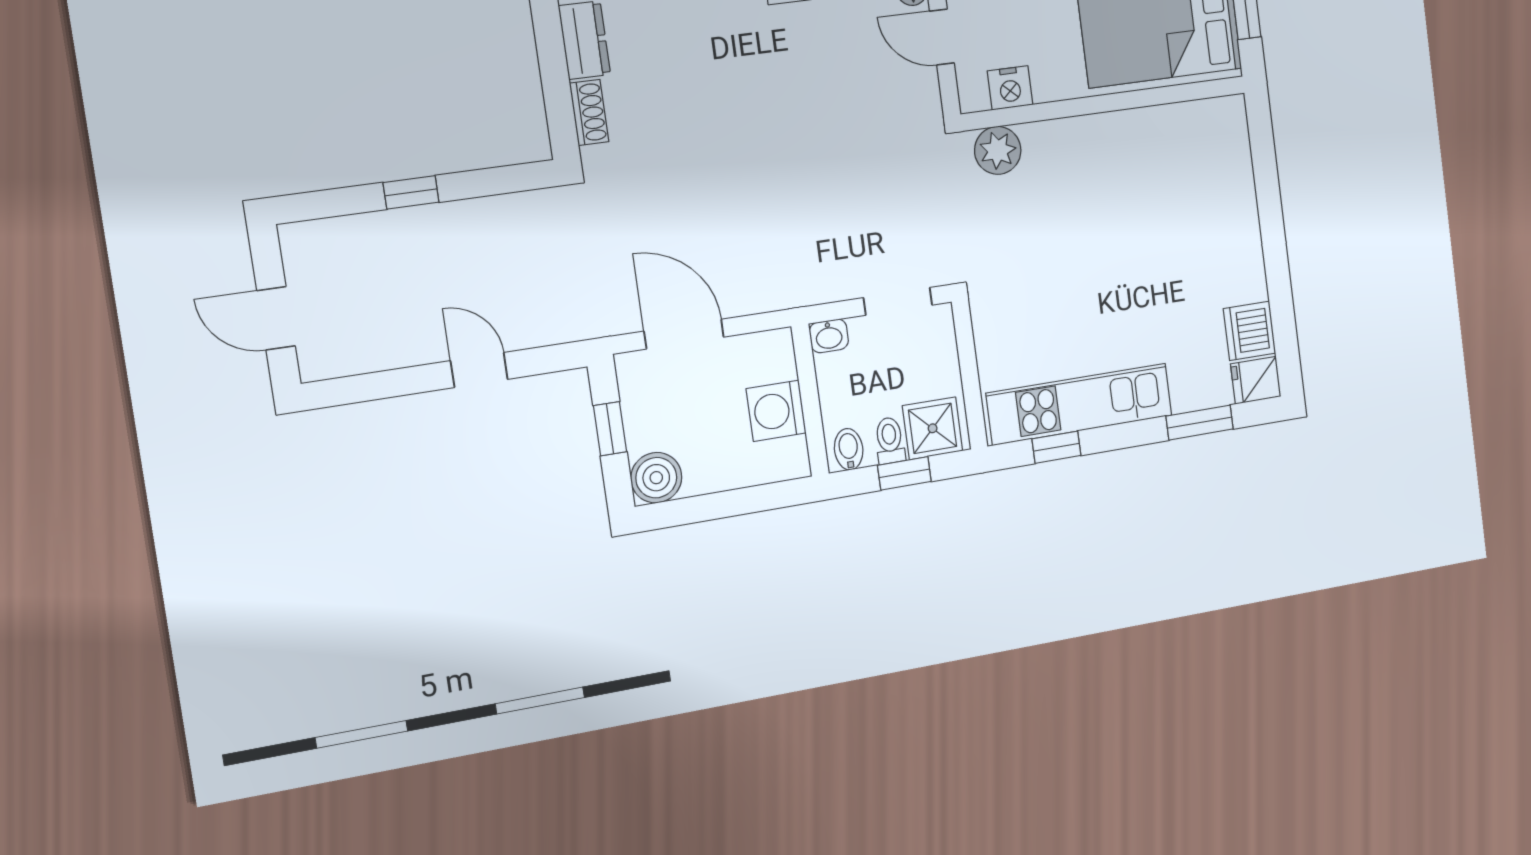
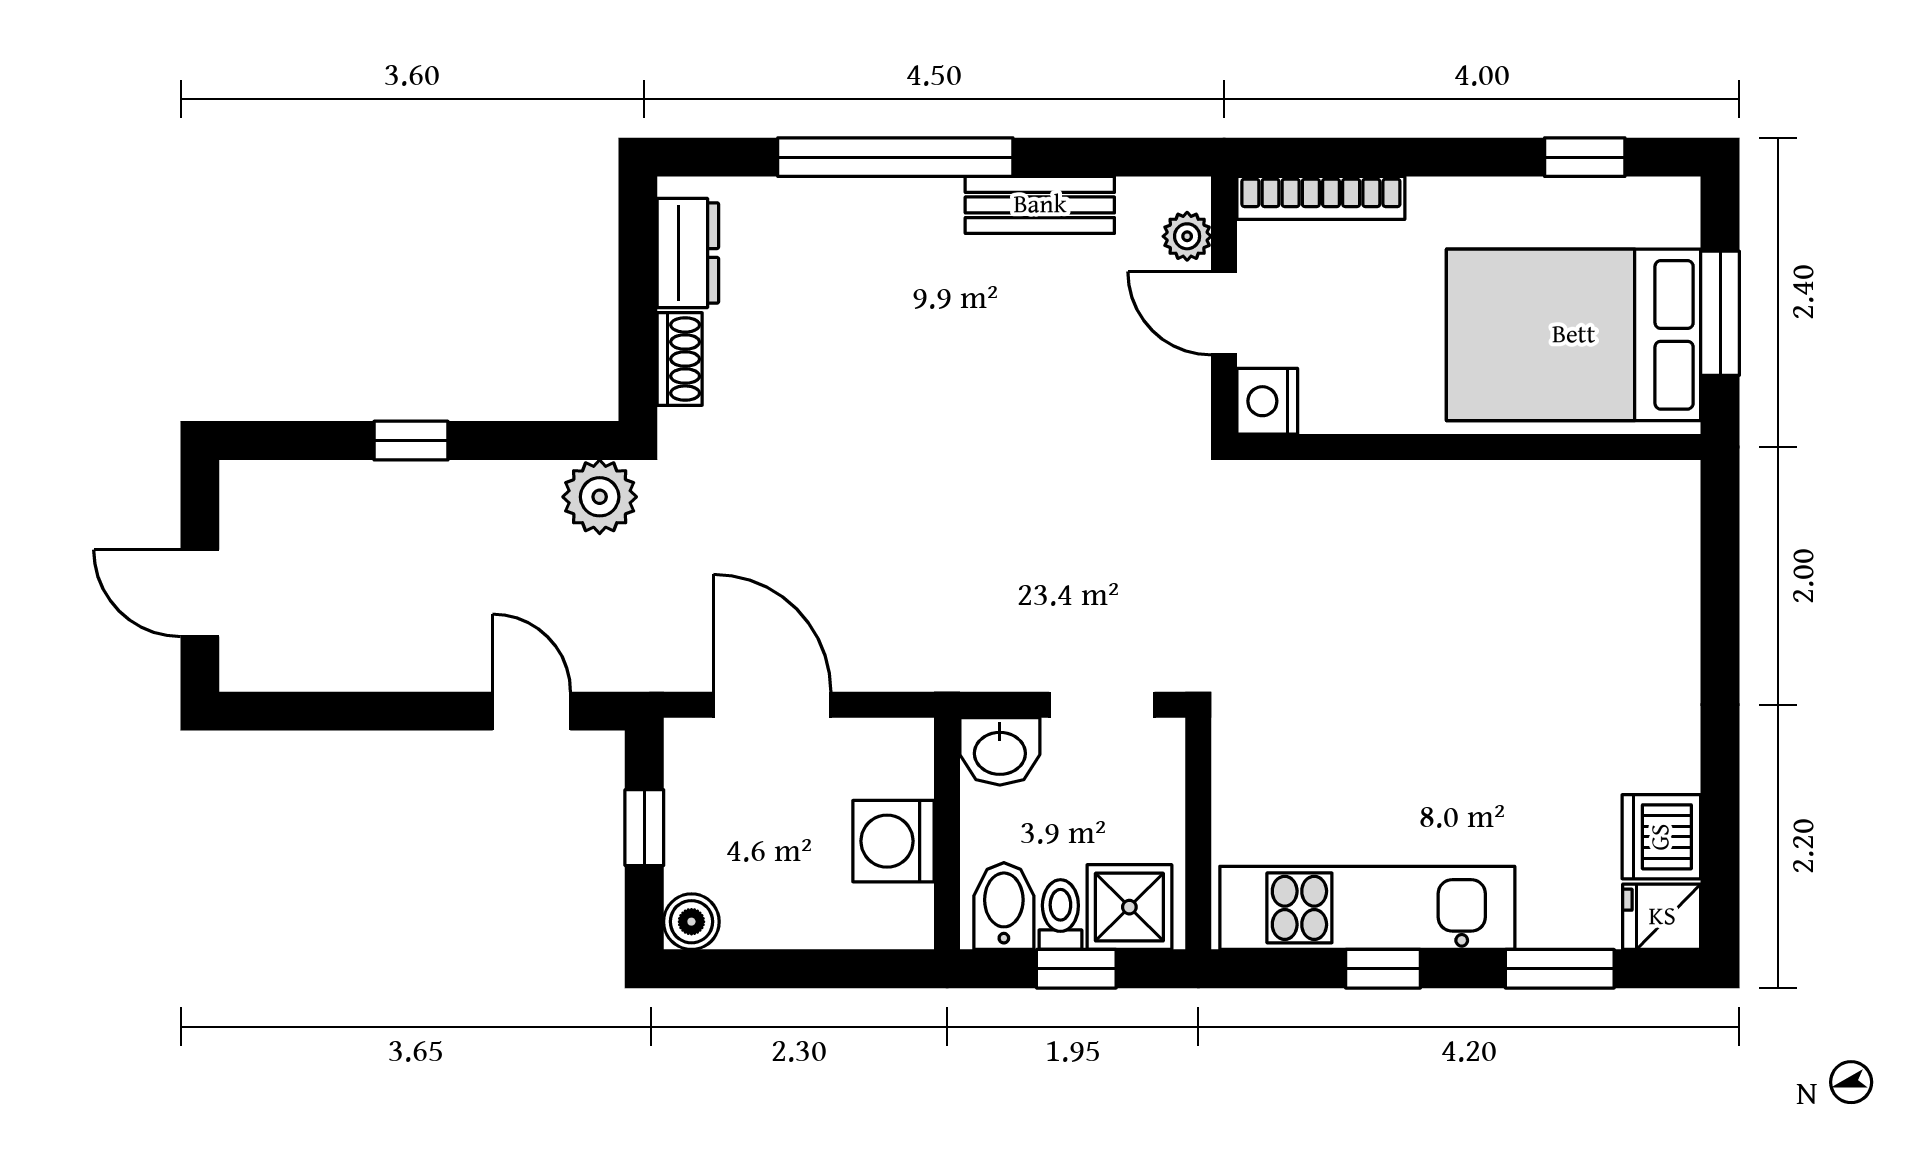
nightstand: (1010, 88) -> (1267, 401), moved, turned 90
plant: (998, 150) -> (600, 497), moved
washbasin: (829, 336) -> (1000, 751), width x1.38, depth x1.45
door: (479, 370) -> (532, 711), moved
window: (1056, 447) -> (1383, 969), moved
bidet: (849, 449) -> (1004, 906), width x1.38, depth x1.36
boiler: (656, 478) -> (691, 922), width x0.73, depth x0.73

